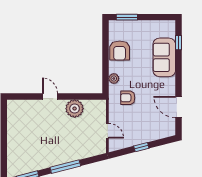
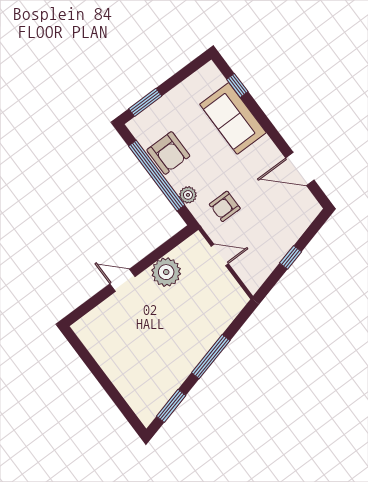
window: (105, 57) -> (157, 176), added
door: (107, 131) -> (220, 255), moved

